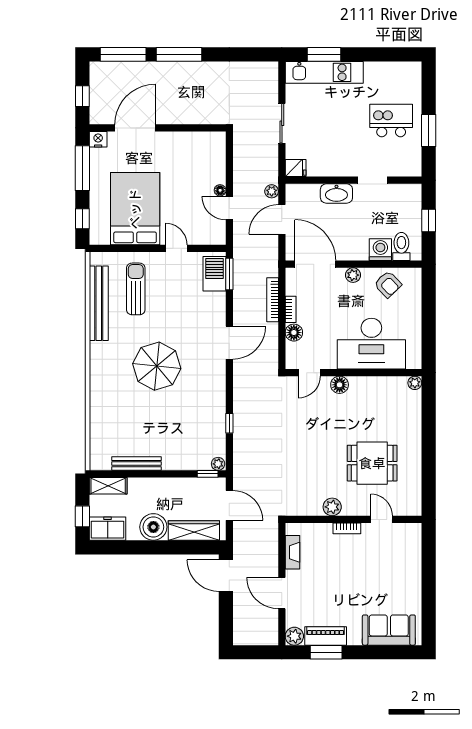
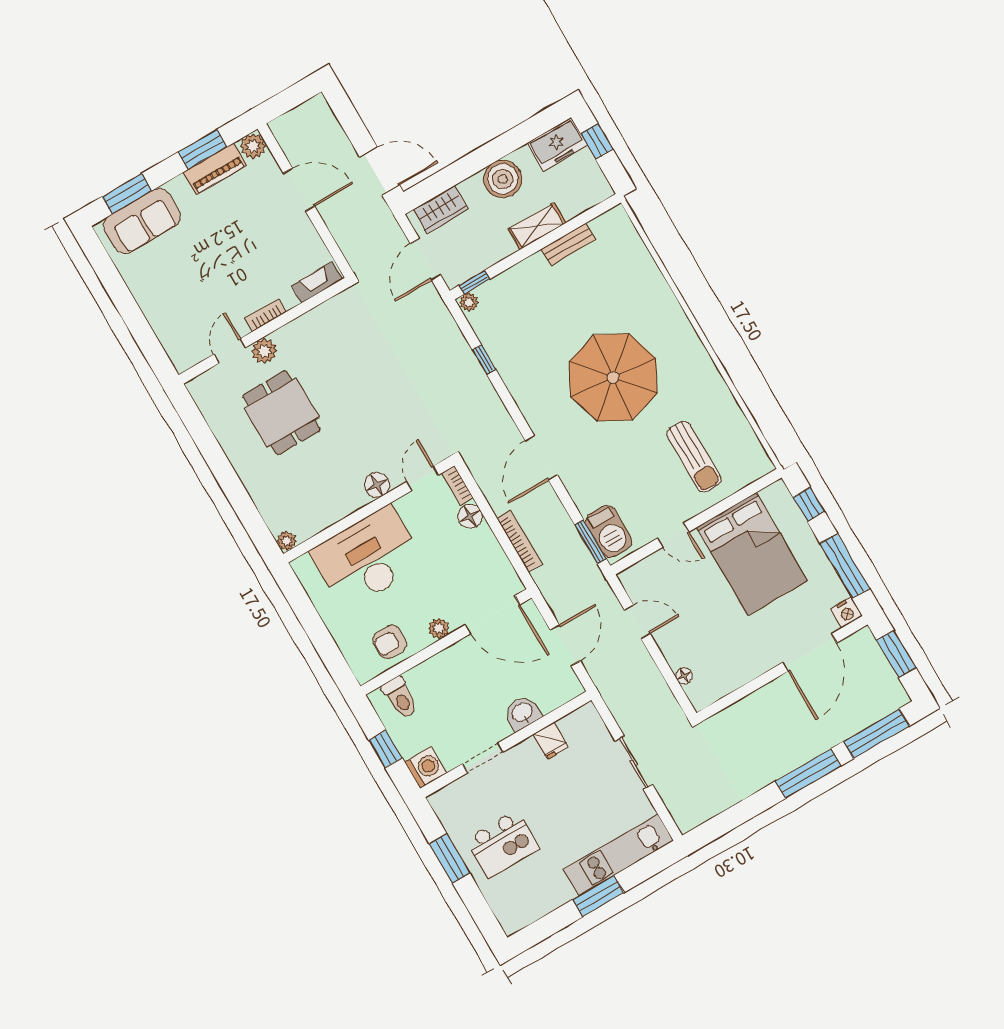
window: (324, 54) -> (598, 896), moved
window: (82, 96) -> (896, 654), width x1.50
fridge: (296, 168) -> (551, 741), moved, turned -90
floor lamp: (220, 190) -> (684, 676), moved
plant: (272, 191) -> (598, 672), removed
washbasin: (336, 194) -> (522, 713), width x0.72
washing machine: (380, 250) -> (426, 767), moved, turned -90
armchair: (388, 284) -> (390, 642), turned -46
bench: (99, 303) -> (729, 413), removed
bookcase: (291, 309) -> (457, 485), moved
parasol: (157, 366) -> (613, 377), width x1.36, depth x1.36
dining table: (372, 463) -> (281, 413), turned 90
bench: (137, 464) -> (568, 244), width x0.73
shelving: (108, 486) -> (537, 226), moved
door: (229, 505) -> (425, 259), hinge flipped
plant: (332, 507) -> (264, 351), moved
door: (382, 519) -> (230, 351), swing flipped
wardrobe: (194, 531) -> (440, 209), width x0.67
fireplace: (292, 552) -> (317, 282), moved, turned 90
window: (388, 652) -> (127, 194), added

